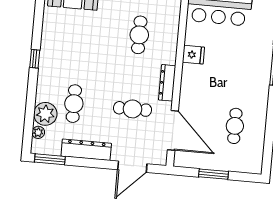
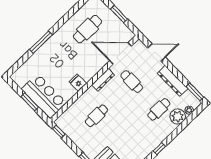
cafe table: (235, 126) -> (88, 29), width x1.37, depth x1.35
door: (173, 130) -> (121, 53), hinge flipped

